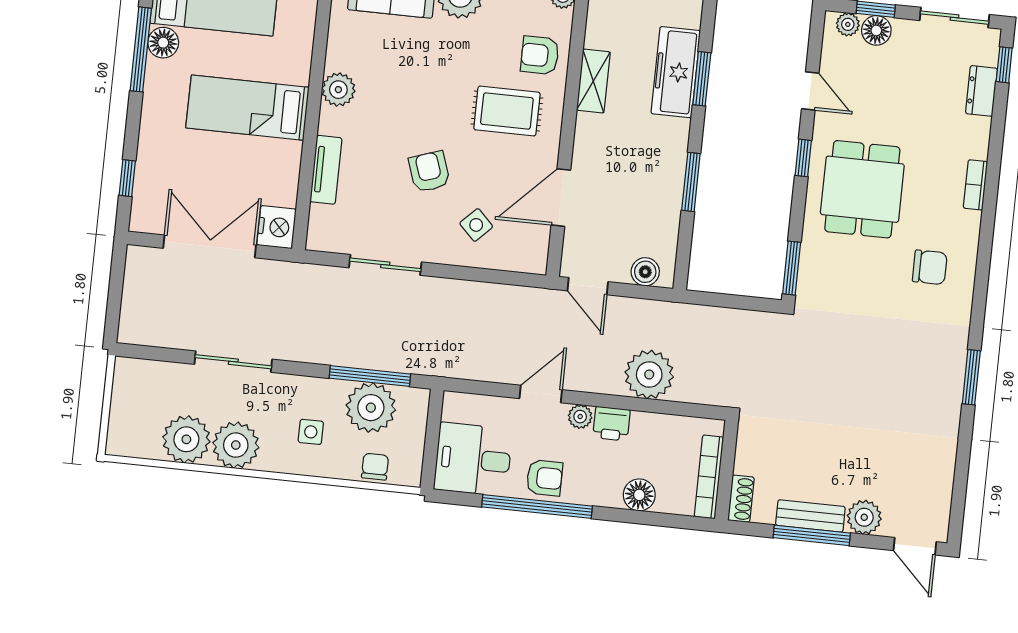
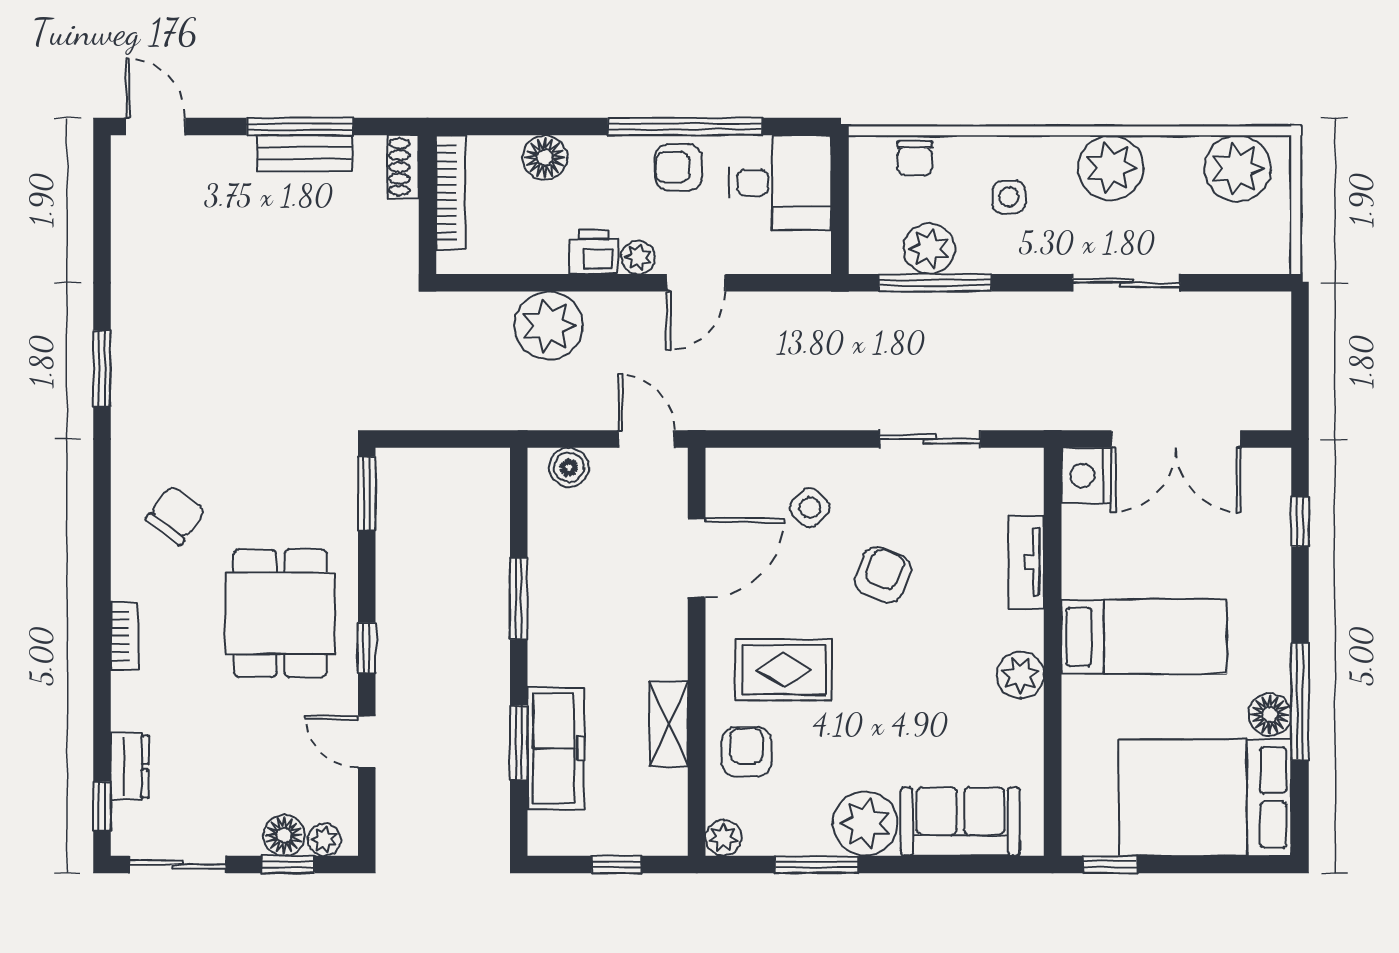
armchair: (540, 55) -> (747, 752), turned -90
armchair: (429, 172) -> (883, 575), turned -139
chair: (930, 267) -> (176, 515), turned 127
plant: (371, 408) -> (929, 249), width x0.73, depth x0.73
plant: (186, 439) -> (1238, 168), moved
plant: (864, 517) -> (230, 159), removed

